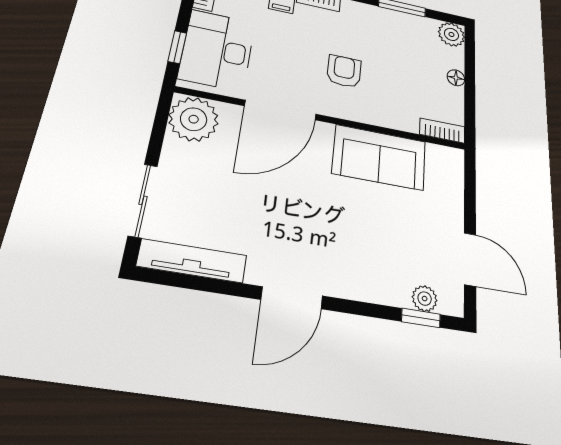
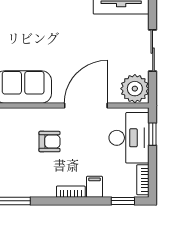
armchair: (344, 71) -> (49, 142), turned -90
sliding door: (143, 200) -> (153, 51), moved

